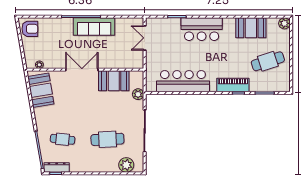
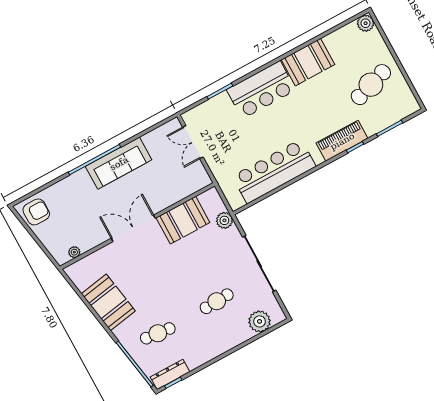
booth: (251, 28) -> (308, 62), moved
booth: (41, 90) -> (108, 302), moved
cafe table: (107, 139) -> (217, 301), width x0.73, depth x0.74

